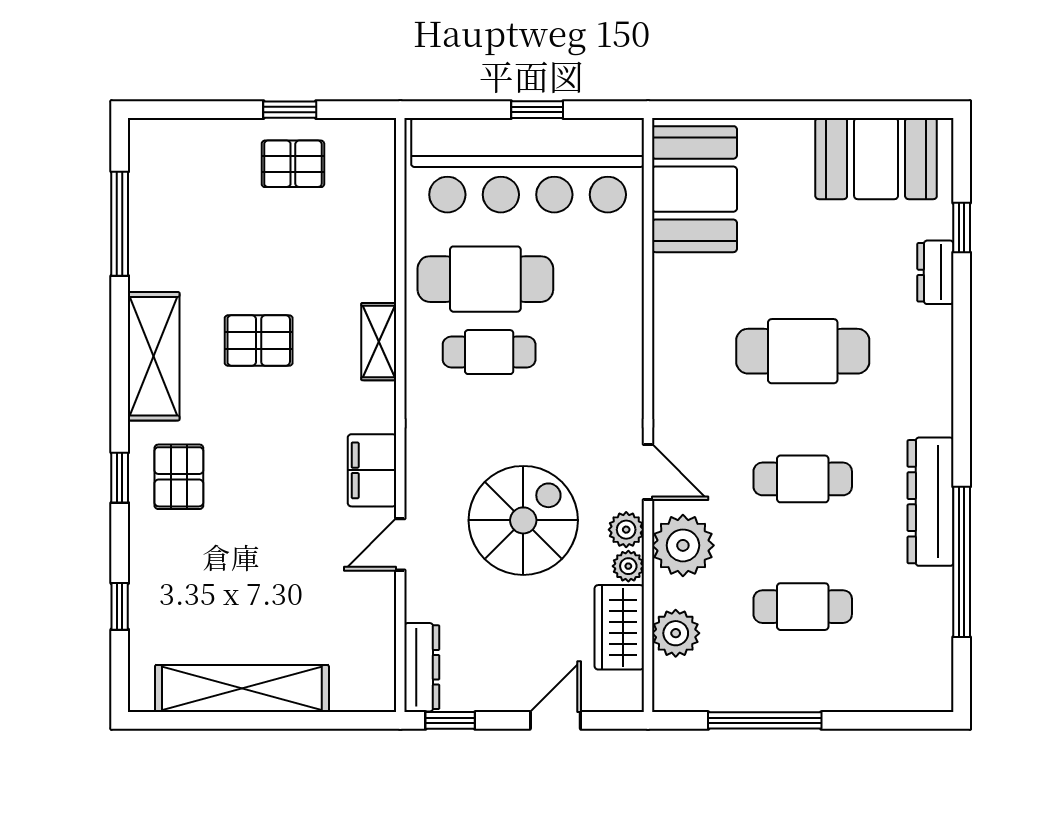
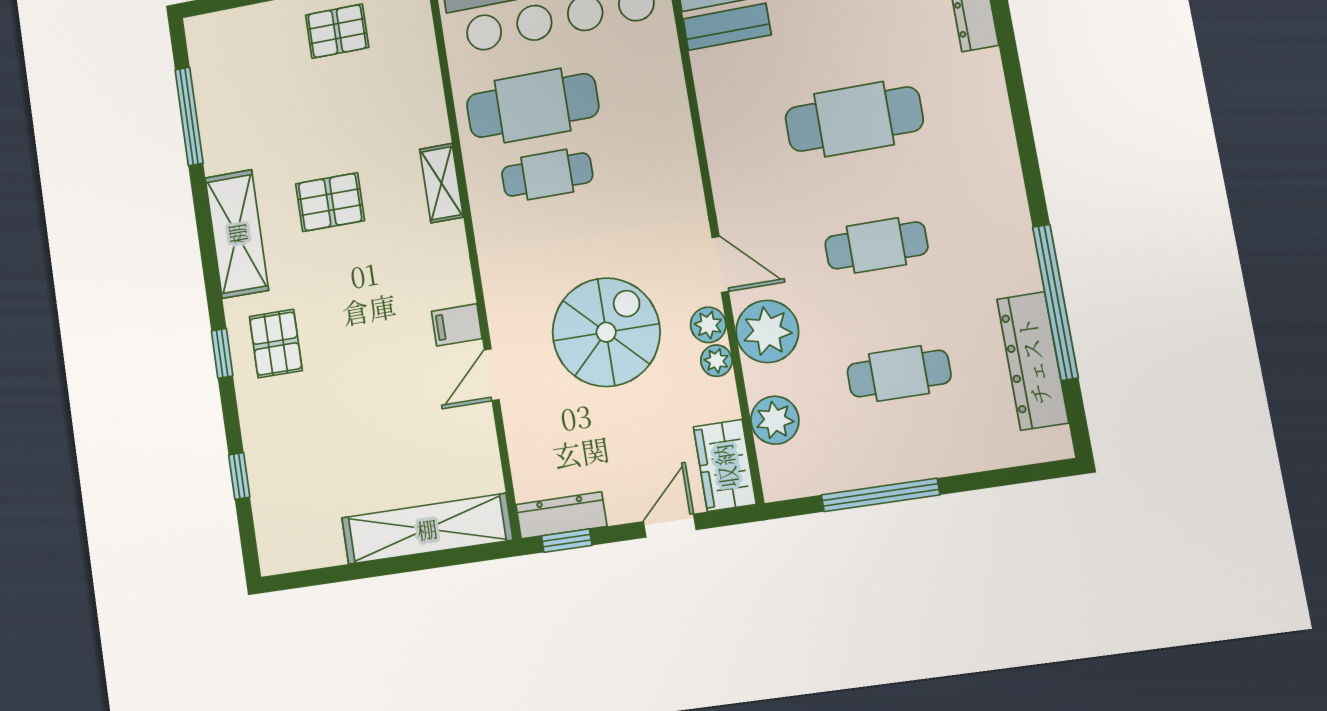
filing cabinet: (372, 470) -> (457, 325), width x0.50
dresser: (930, 502) -> (1033, 361), moved
wardrobe: (619, 627) -> (725, 466), moved
dresser: (422, 667) -> (561, 515), moved, turned -90
shelving: (242, 689) -> (427, 529), moved

